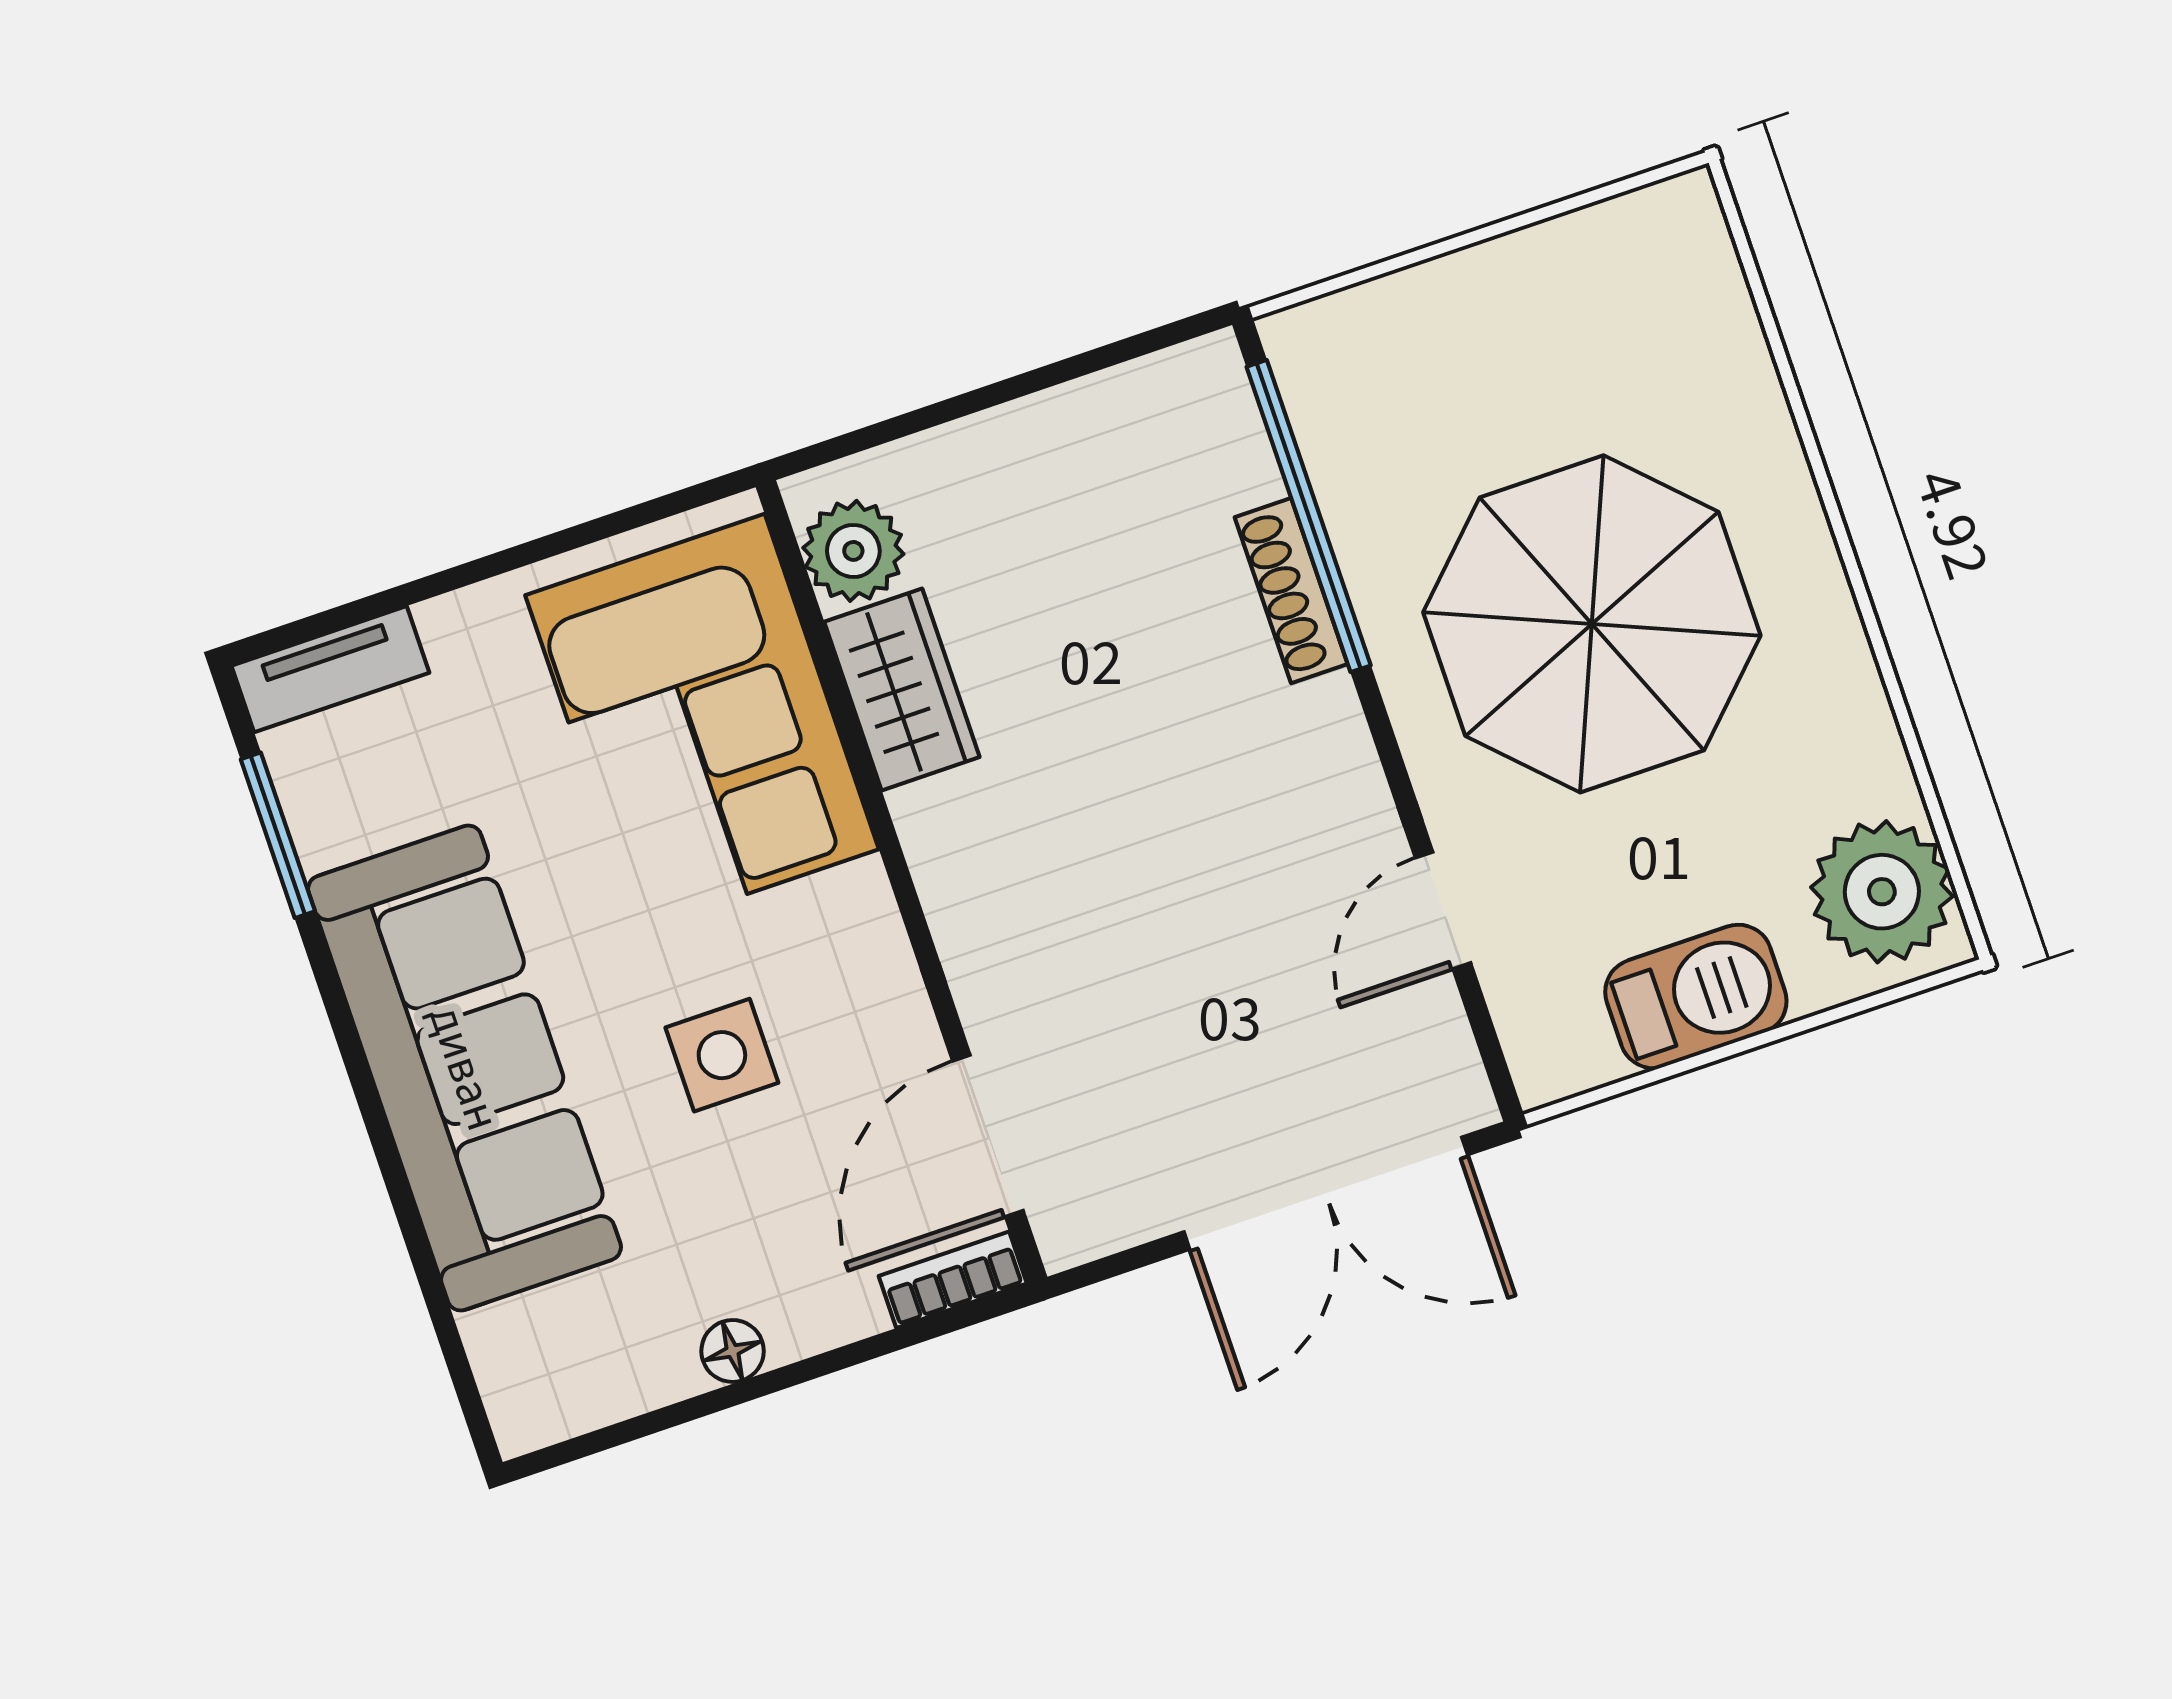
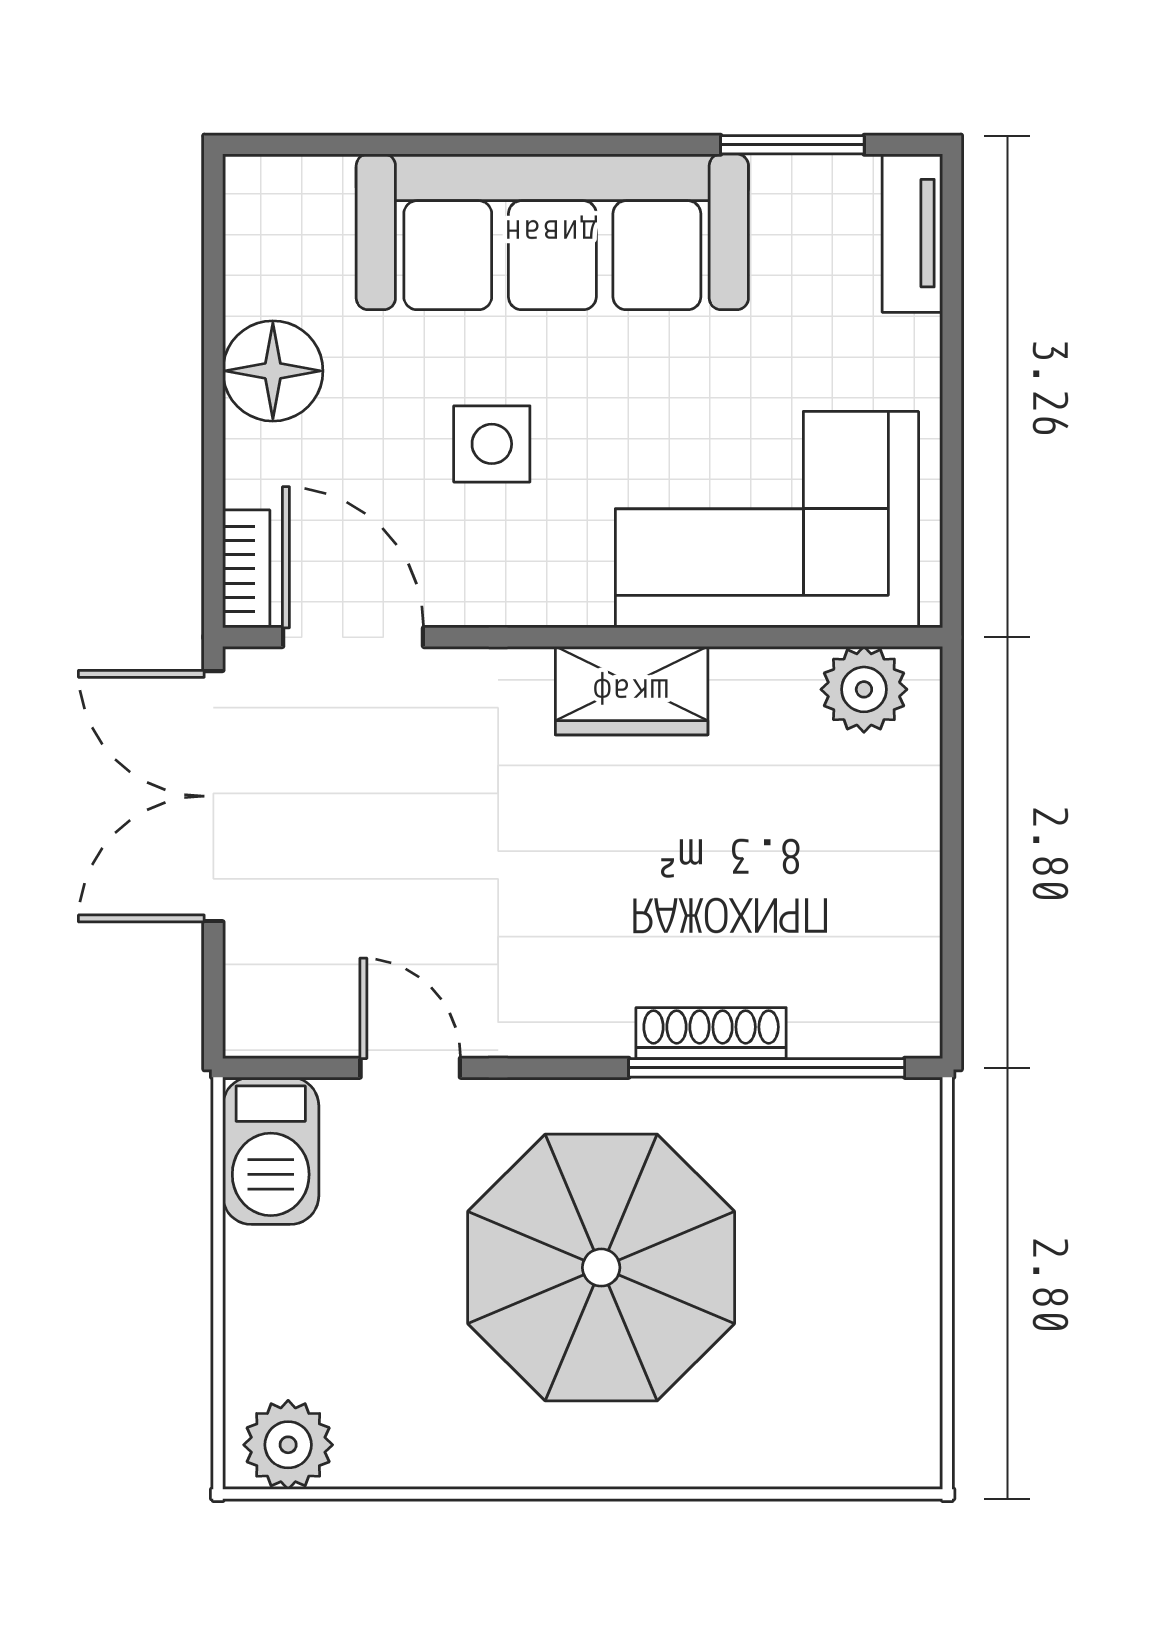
wardrobe: (902, 689) -> (632, 691), moved
plant: (1882, 892) -> (288, 1445), width x0.73, depth x0.73
barbecue: (1696, 996) -> (271, 1151), moved
double door: (1326, 1193) -> (213, 796), moved
floor lamp: (733, 1351) -> (273, 371), width x1.89, depth x1.89

